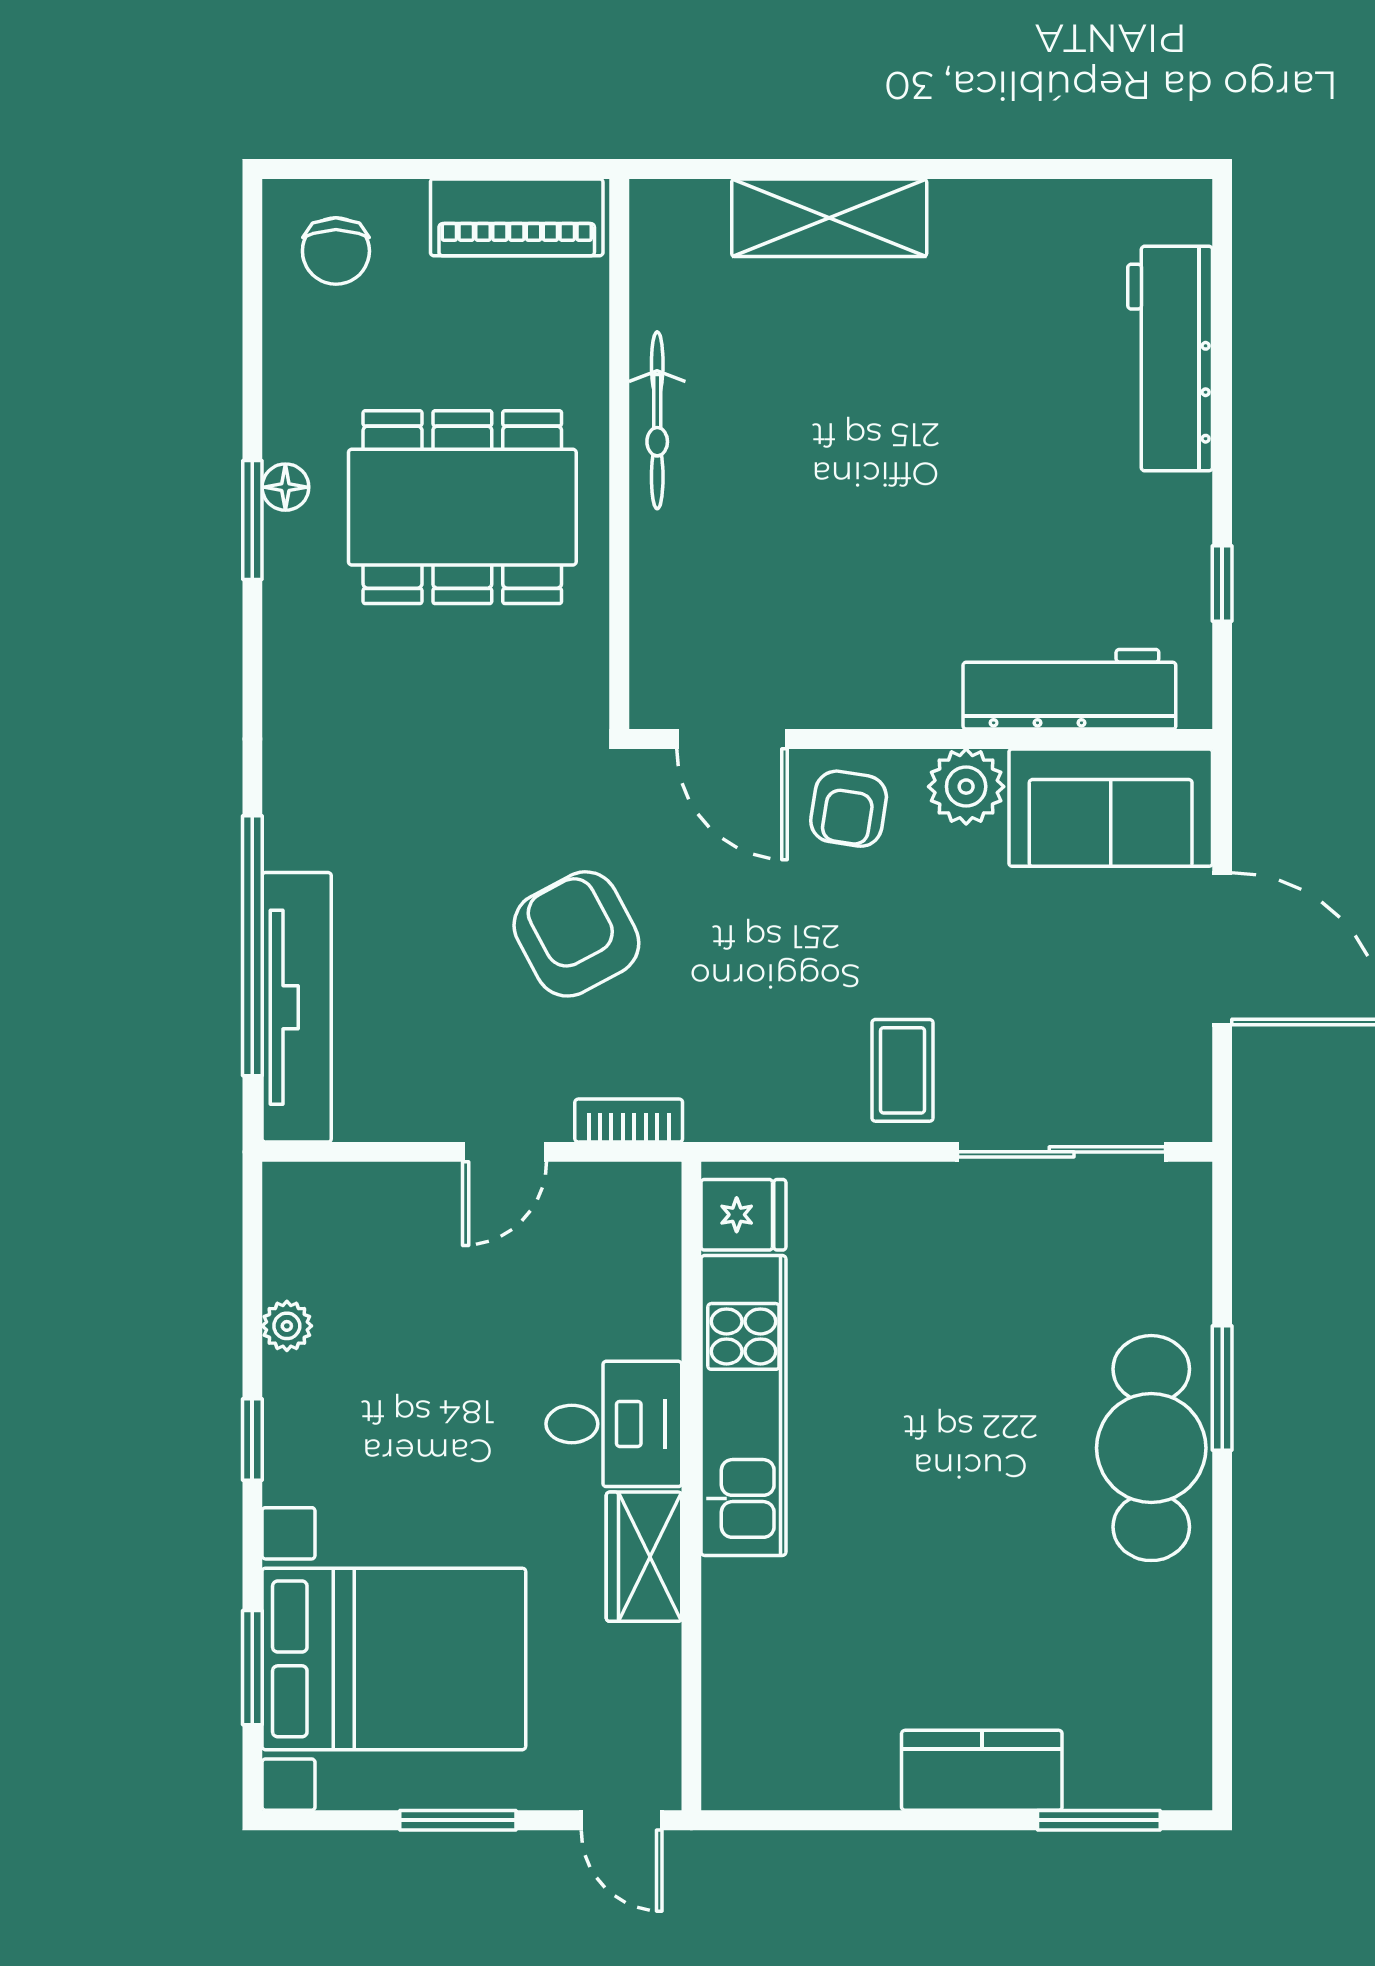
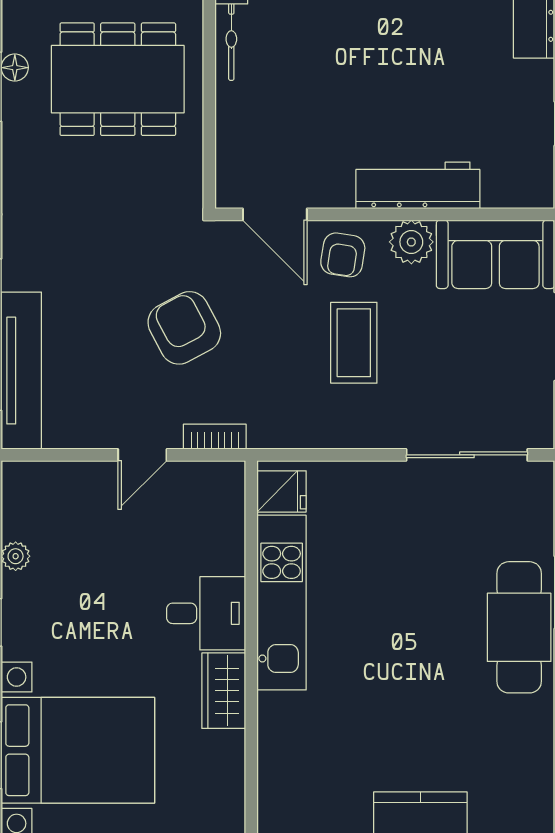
workbench: (1069, 689) -> (418, 185), moved
coffee table: (902, 1070) -> (354, 343), moved, width x1.36, depth x1.30

